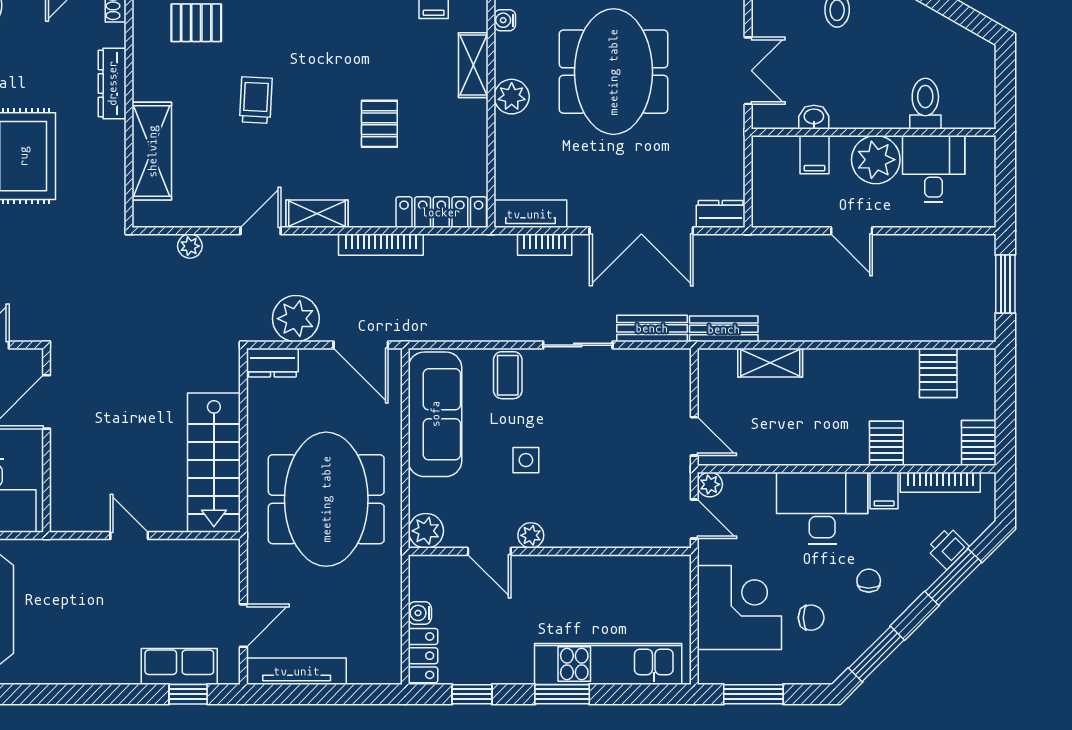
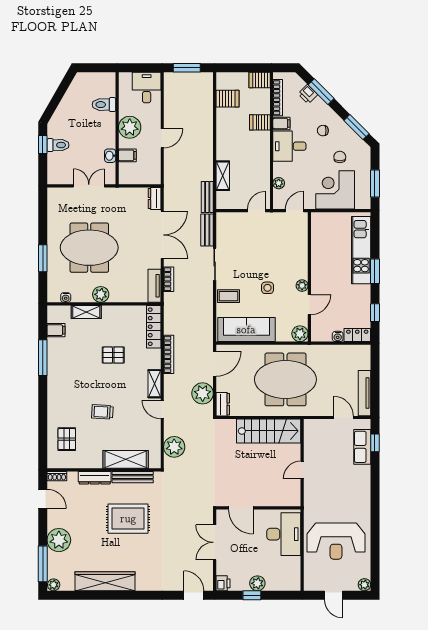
bench: (113, 166) -> (133, 477), added
desk: (934, 169) -> (147, 88), moved, turned 90
plant: (190, 246) -> (174, 447), width x1.87, depth x1.87
plant: (710, 484) -> (279, 183), moved
desk: (822, 508) -> (289, 146), width x0.73

